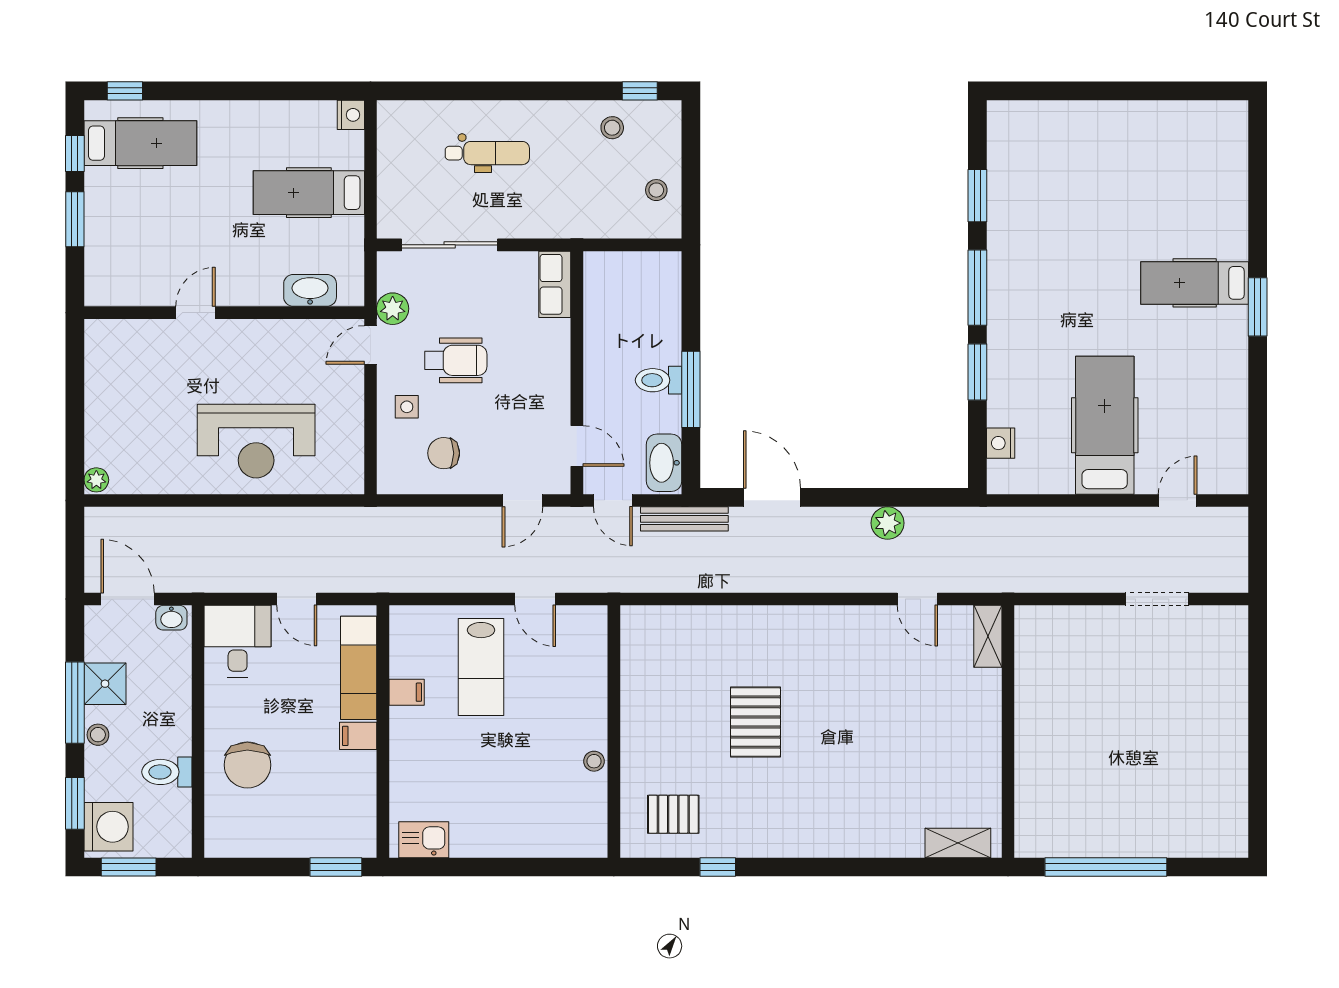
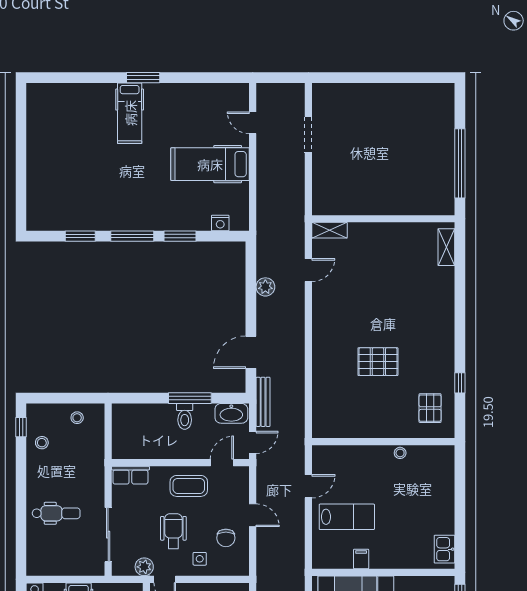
dental chair: (487, 153) -> (56, 513), turned 90
coffee table: (536, 387) -> (189, 486), added
door: (522, 500) -> (253, 515), moved

